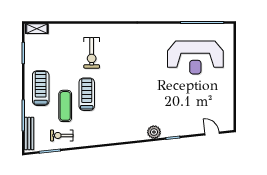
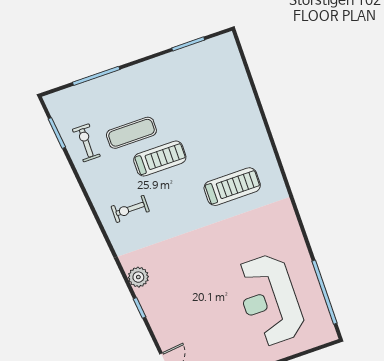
shelving: (37, 29) -> (231, 52), removed
exercise bike: (92, 53) -> (130, 209), moved, width x0.73, depth x0.72
treadmill: (41, 88) -> (232, 187), moved
bench: (29, 133) -> (73, 94), removed

